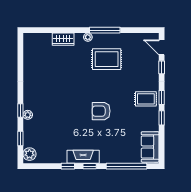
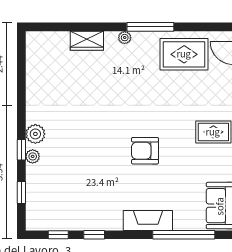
rug: (107, 59) -> (184, 54), moved
plant: (29, 154) -> (35, 134), moved
fireplace: (83, 157) -> (148, 220), moved
window: (90, 166) -> (58, 235), moved

